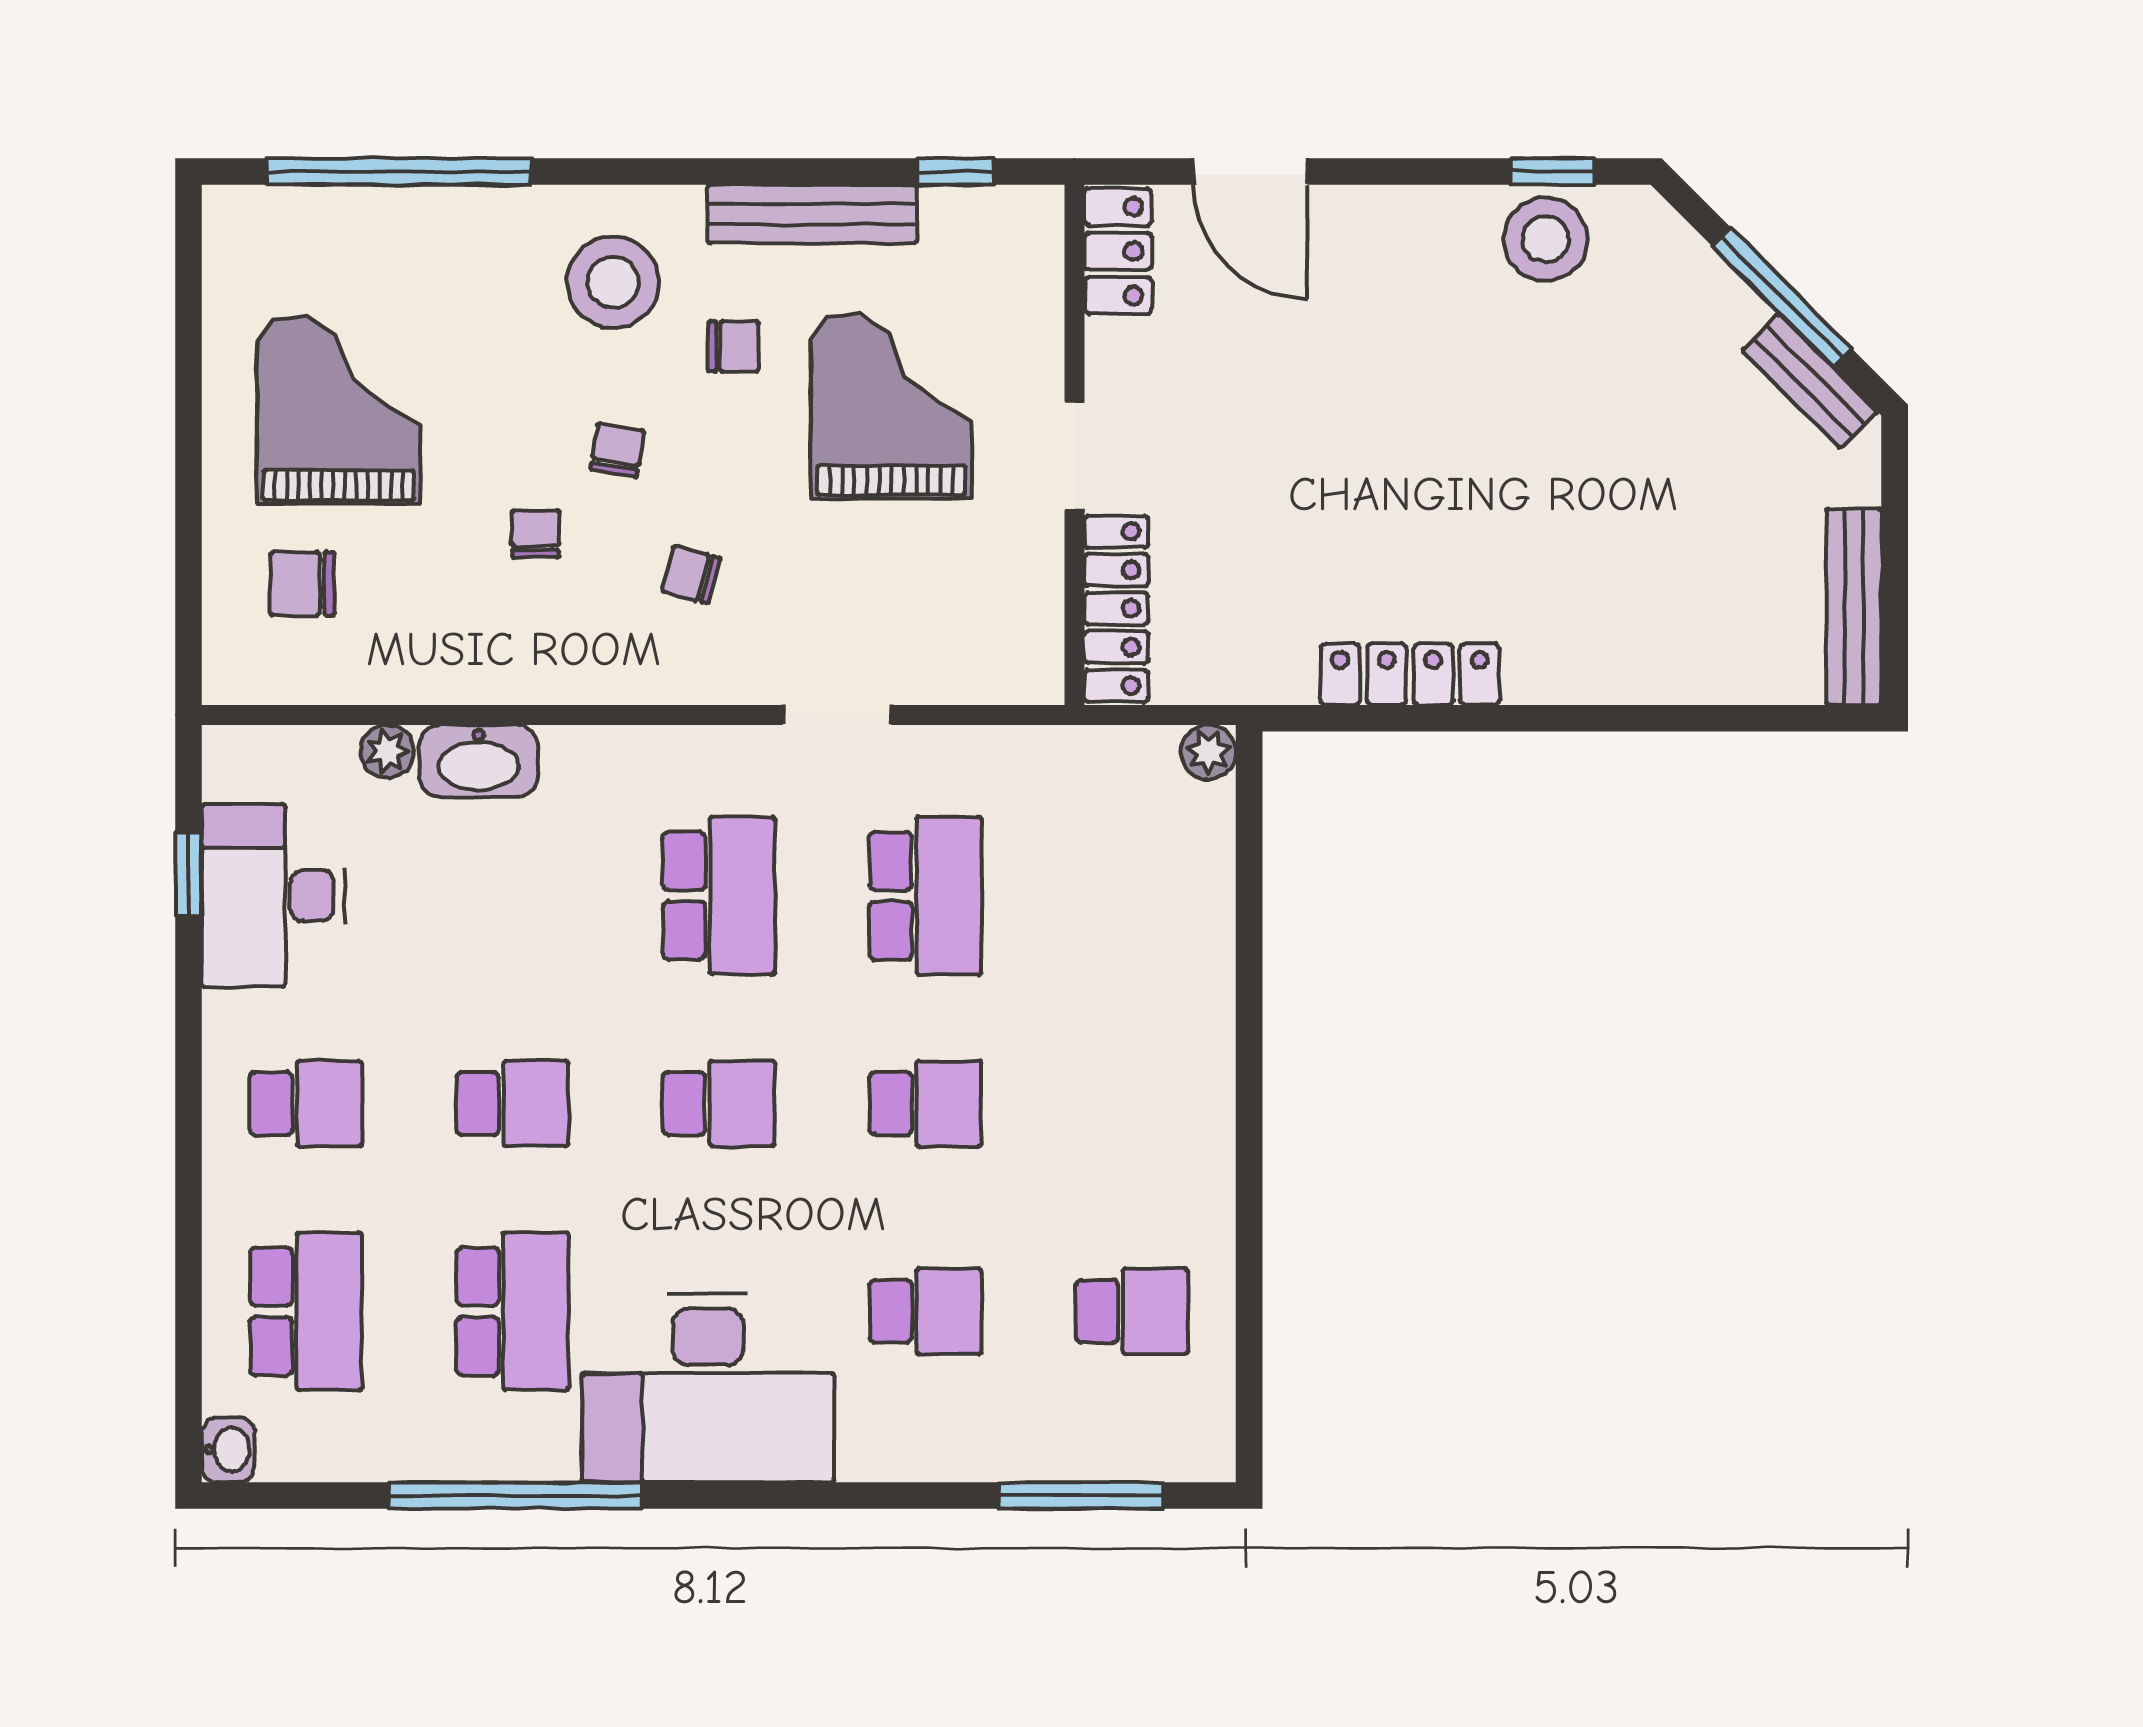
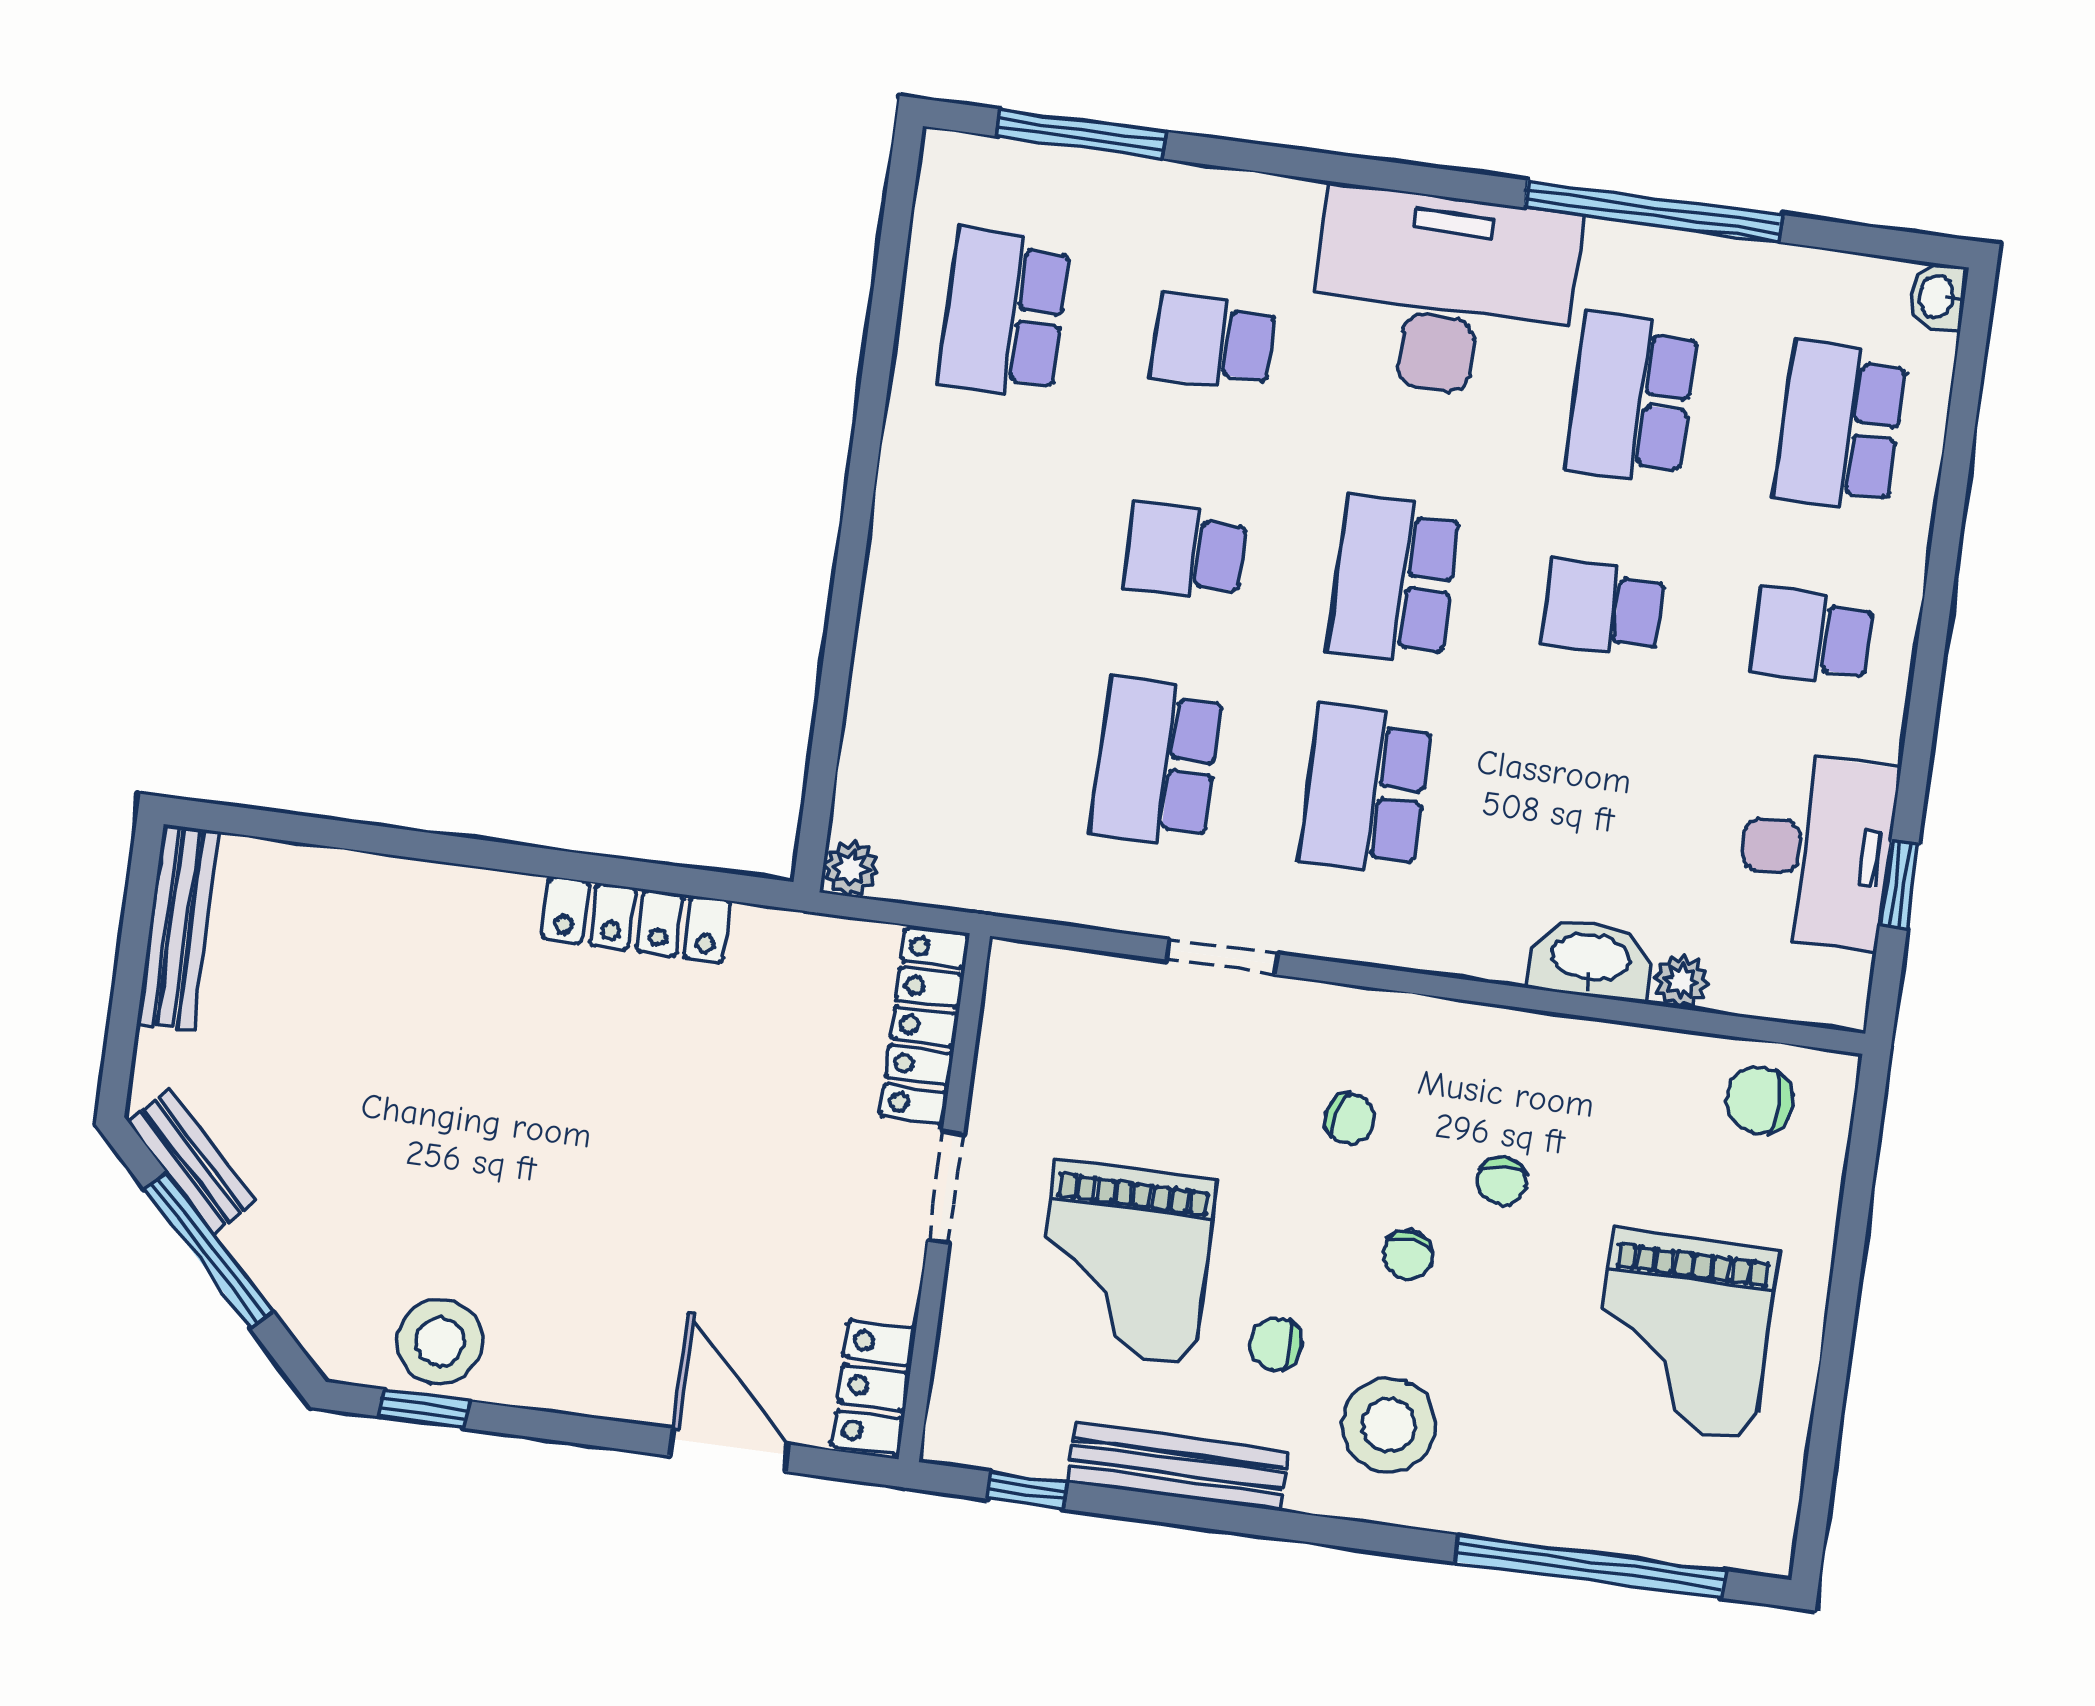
chair: (303, 584) -> (1759, 1100), moved, turned 180
school desk: (719, 1104) -> (1394, 580), width x1.85
school desk: (1132, 1311) -> (1005, 313), width x1.85

